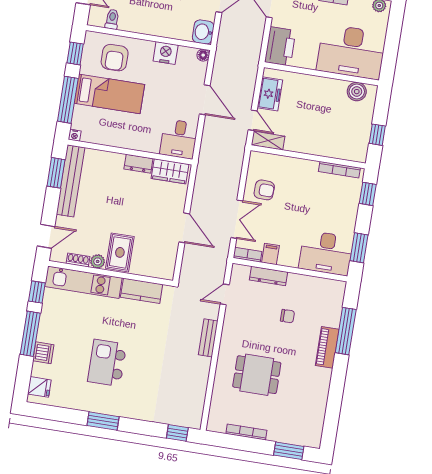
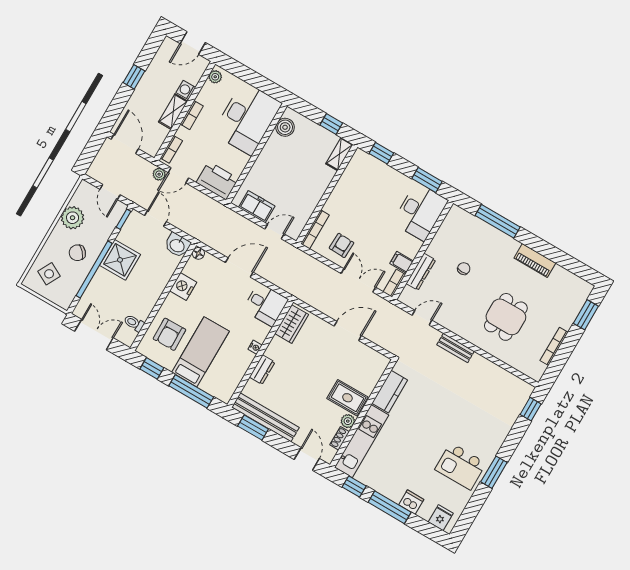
armchair: (115, 58) -> (169, 334), turned 89
nightstand: (75, 135) -> (255, 347), moved
shelving: (268, 141) -> (339, 154), moved
dresser: (138, 164) -> (262, 370), moved
bookcase: (339, 170) -> (315, 229), moved
door: (225, 294) -> (422, 318), swing flipped
piano: (327, 347) -> (535, 260), moved
kitchen island: (107, 363) -> (461, 466), moved

